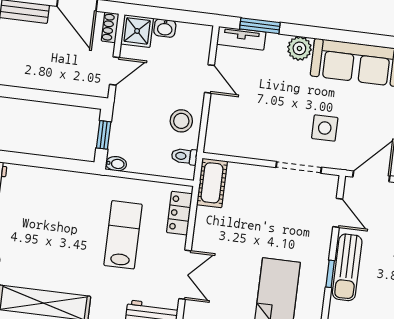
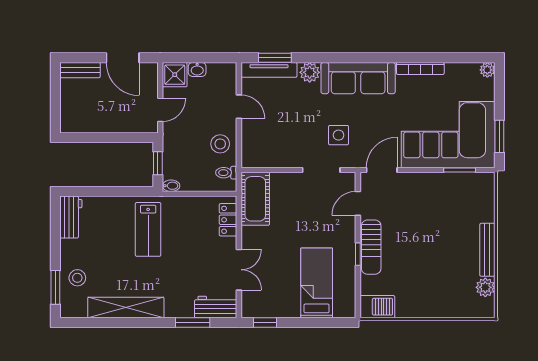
shoe rack: (110, 27) -> (152, 74), removed
tv unit: (241, 38) -> (269, 70), width x1.41
cot: (212, 183) -> (255, 199), width x1.37, depth x1.34
door: (338, 213) -> (358, 203), swing flipped
lab bench: (123, 235) -> (148, 229), moved, turned 180

